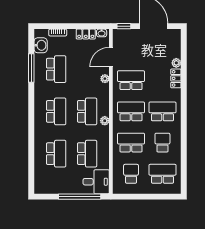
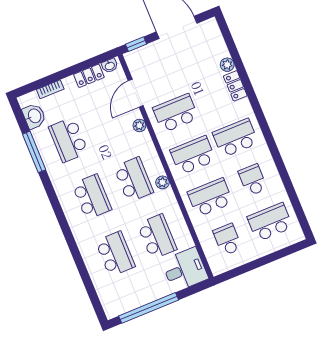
school desk: (56, 69) -> (68, 140), turned 180
window: (80, 197) -> (149, 308), moved

